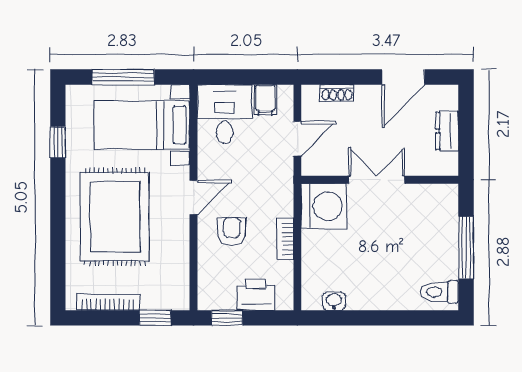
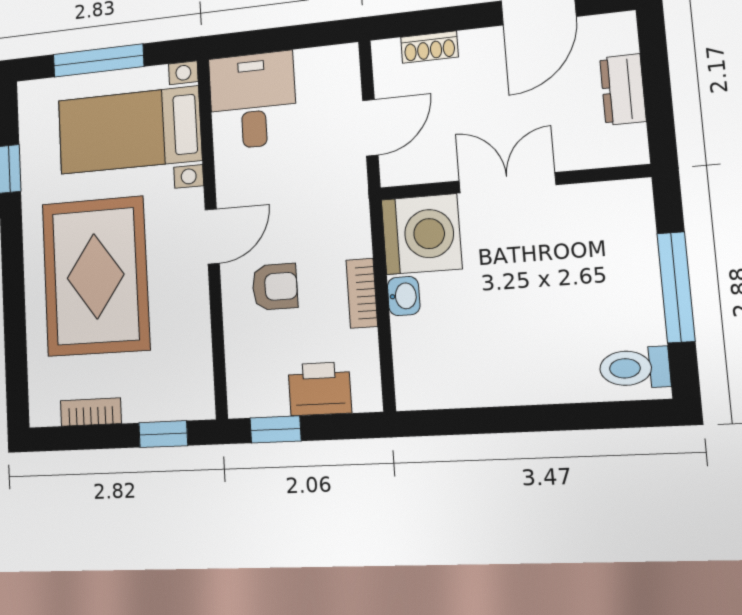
filing cabinet: (265, 100) -> (315, 71), removed
armchair: (232, 231) -> (275, 287), turned 89
washbasin: (334, 301) -> (404, 296), moved, turned 90
bookcase: (108, 302) -> (91, 412), width x0.64

